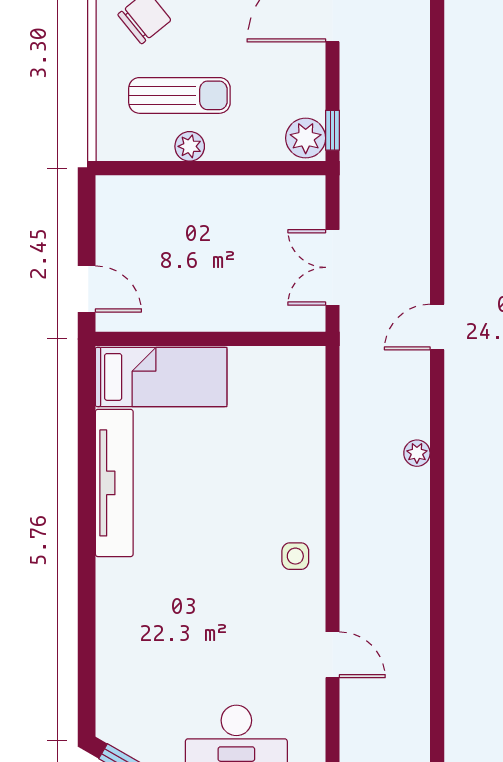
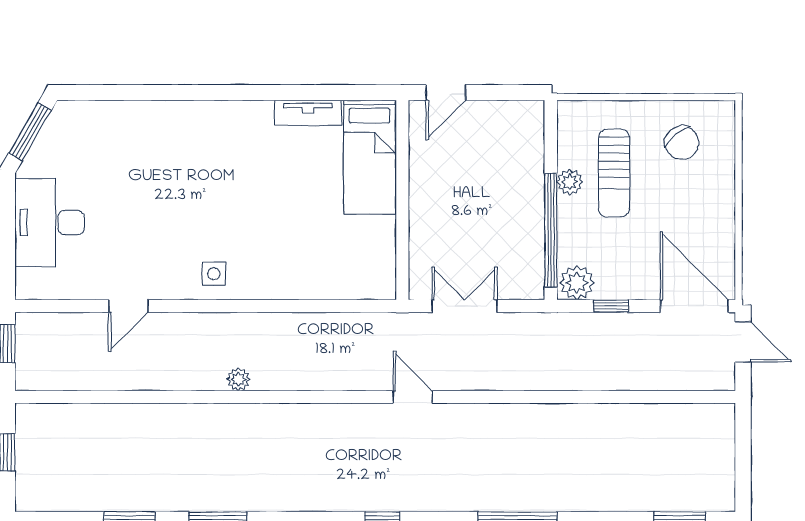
window: (332, 130) -> (611, 306), moved
window: (245, 168) -> (551, 230), added
plant: (417, 453) -> (238, 379), moved
tv unit: (114, 483) -> (308, 113), width x0.52, depth x0.78

